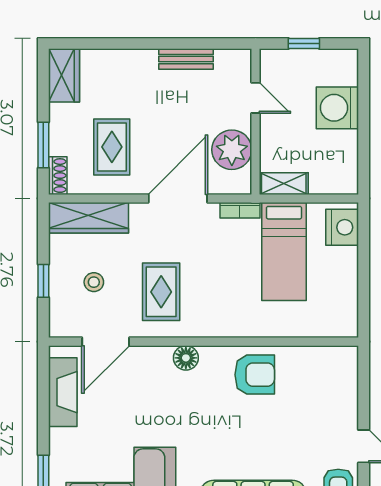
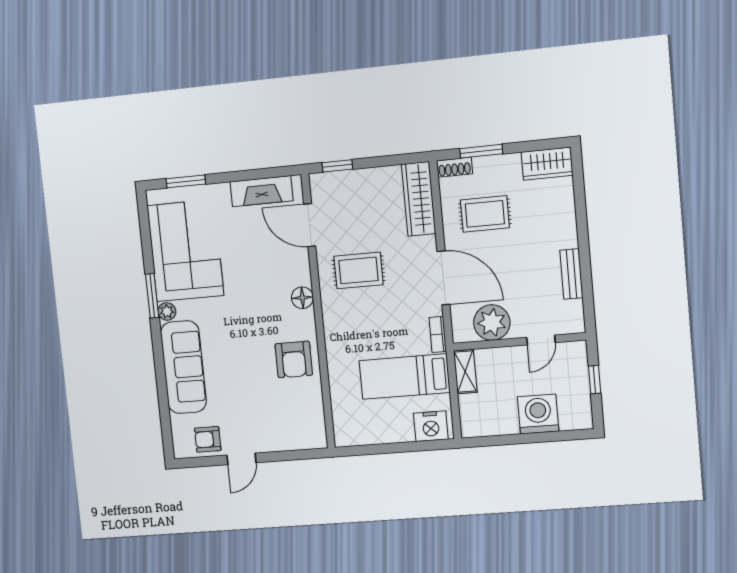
window: (43, 281) -> (337, 166), moved
stool: (94, 282) -> (361, 209), removed

